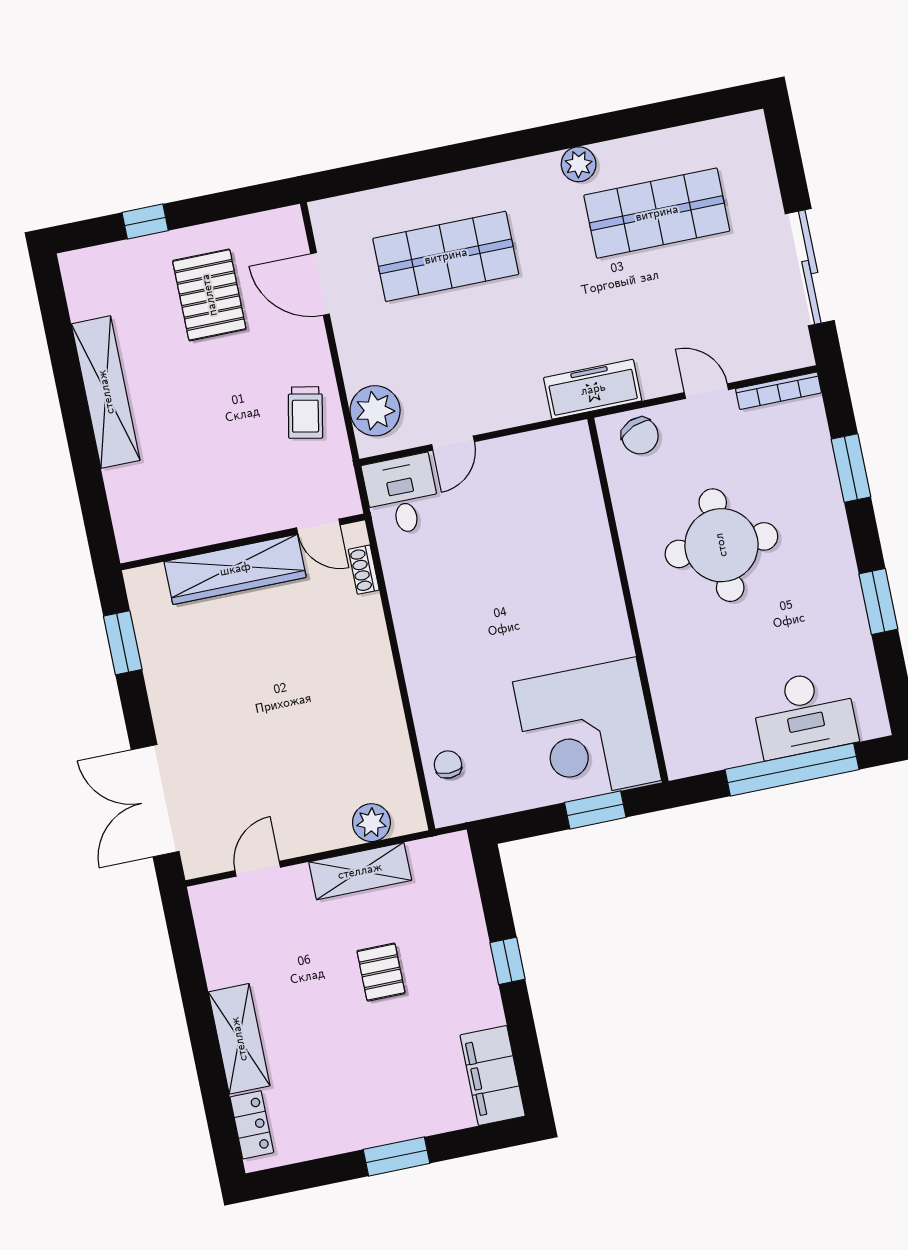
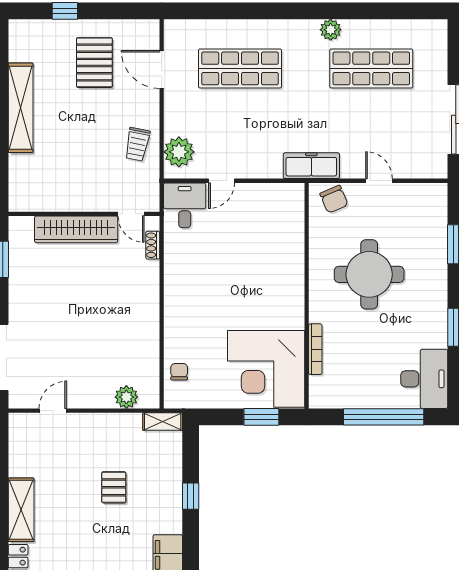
bookcase: (779, 391) -> (315, 349), moved, turned -90
desk: (804, 714) -> (424, 379), moved, turned -90
shelving: (360, 871) -> (163, 422), moved, width x0.67, depth x0.75

